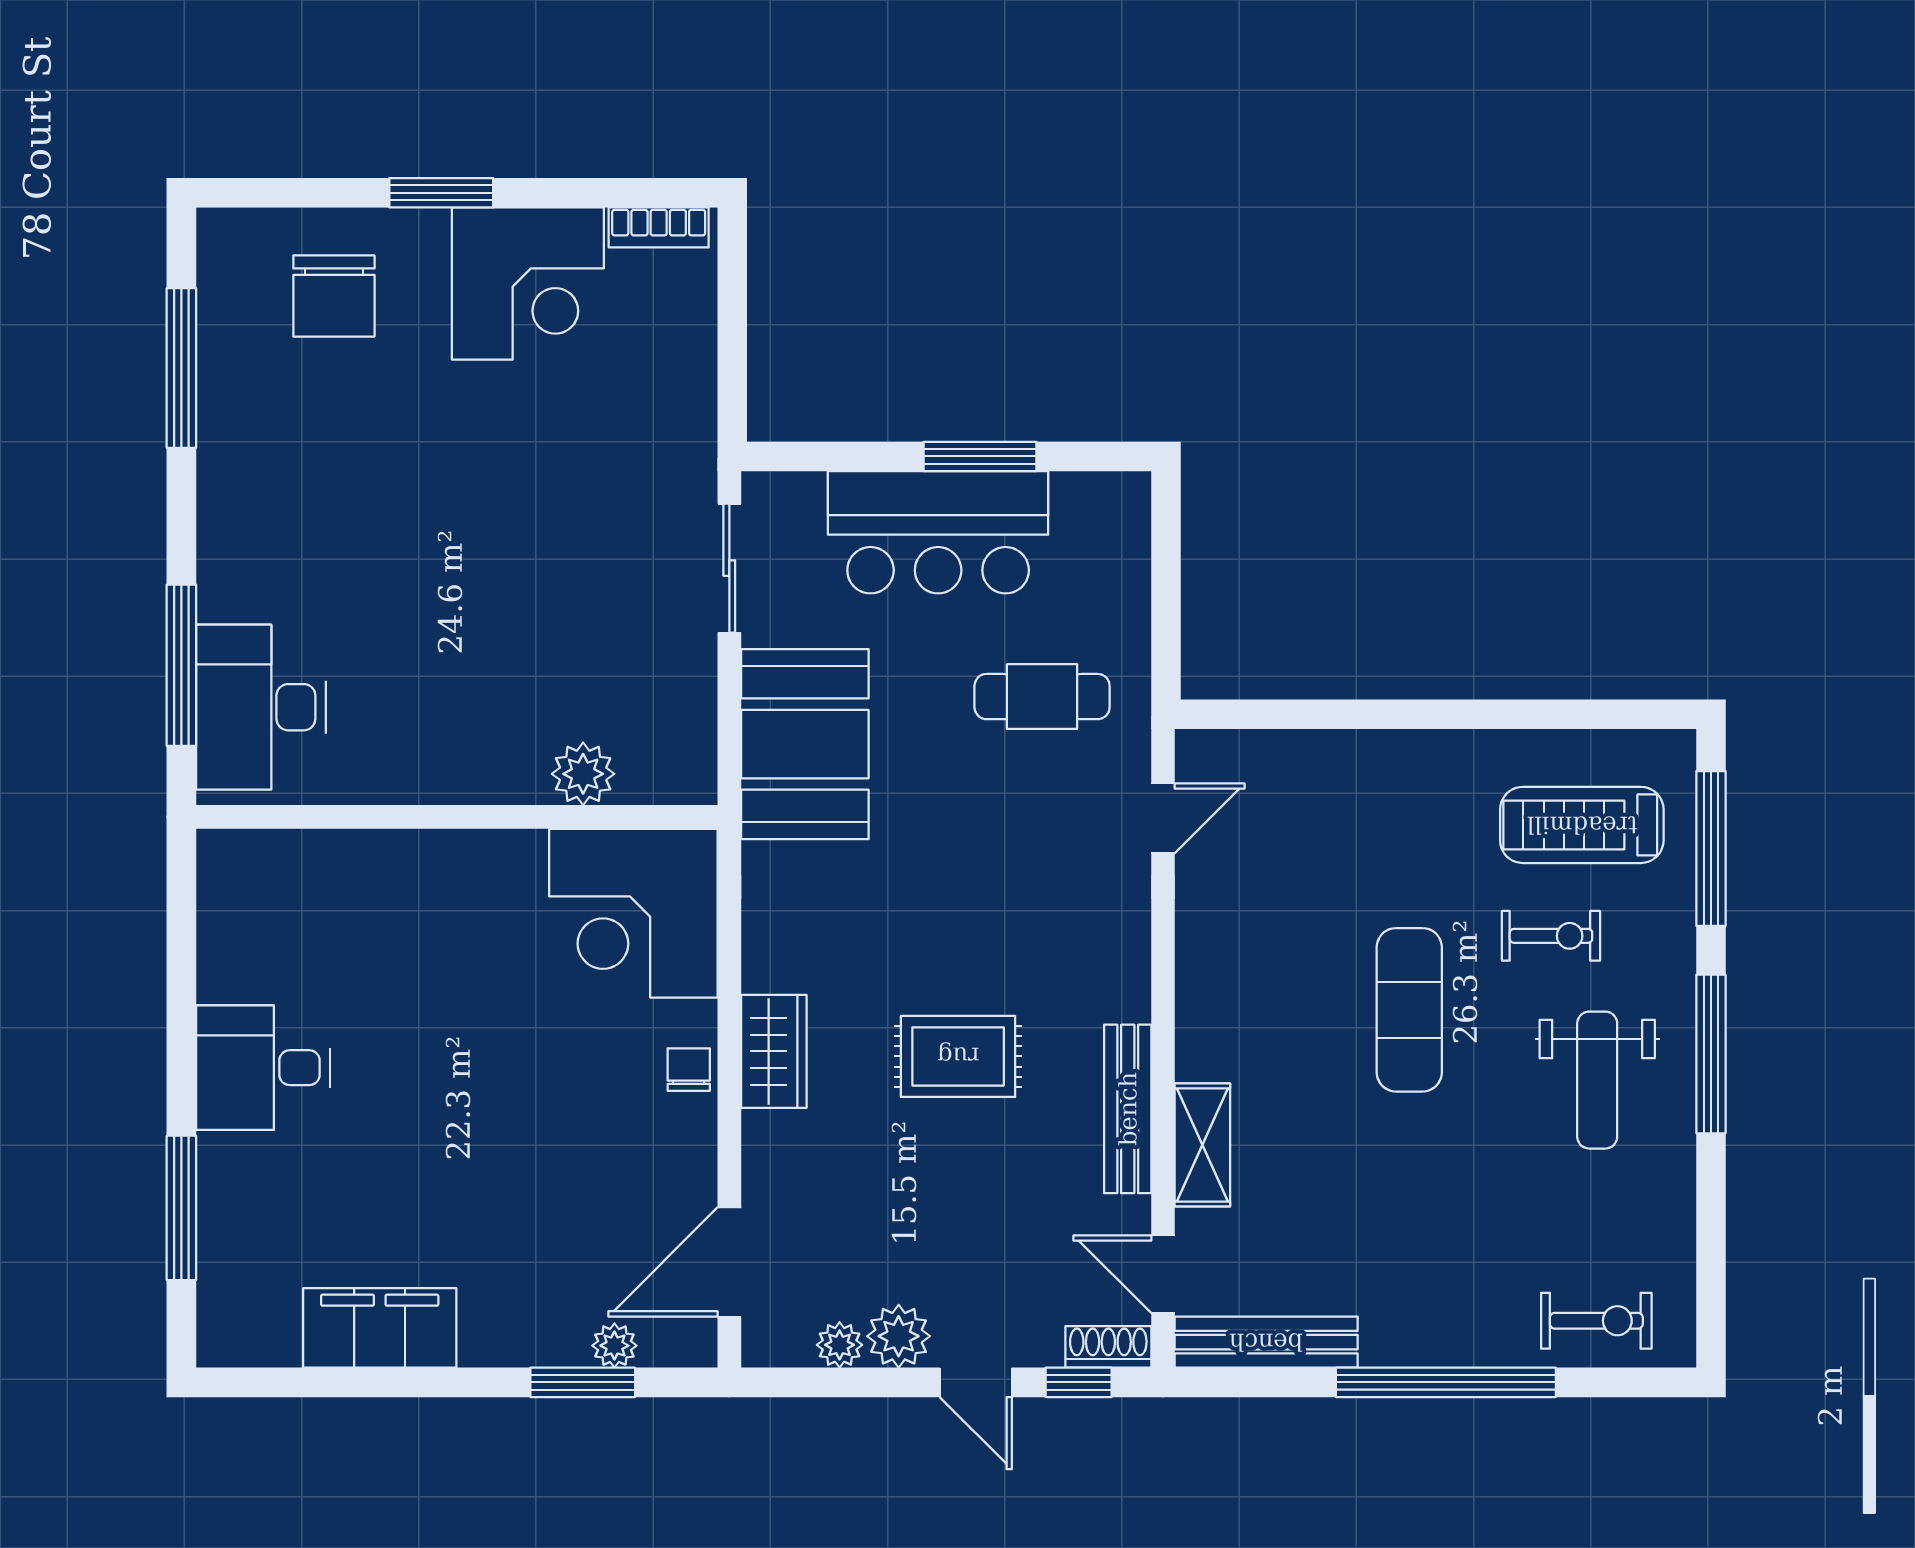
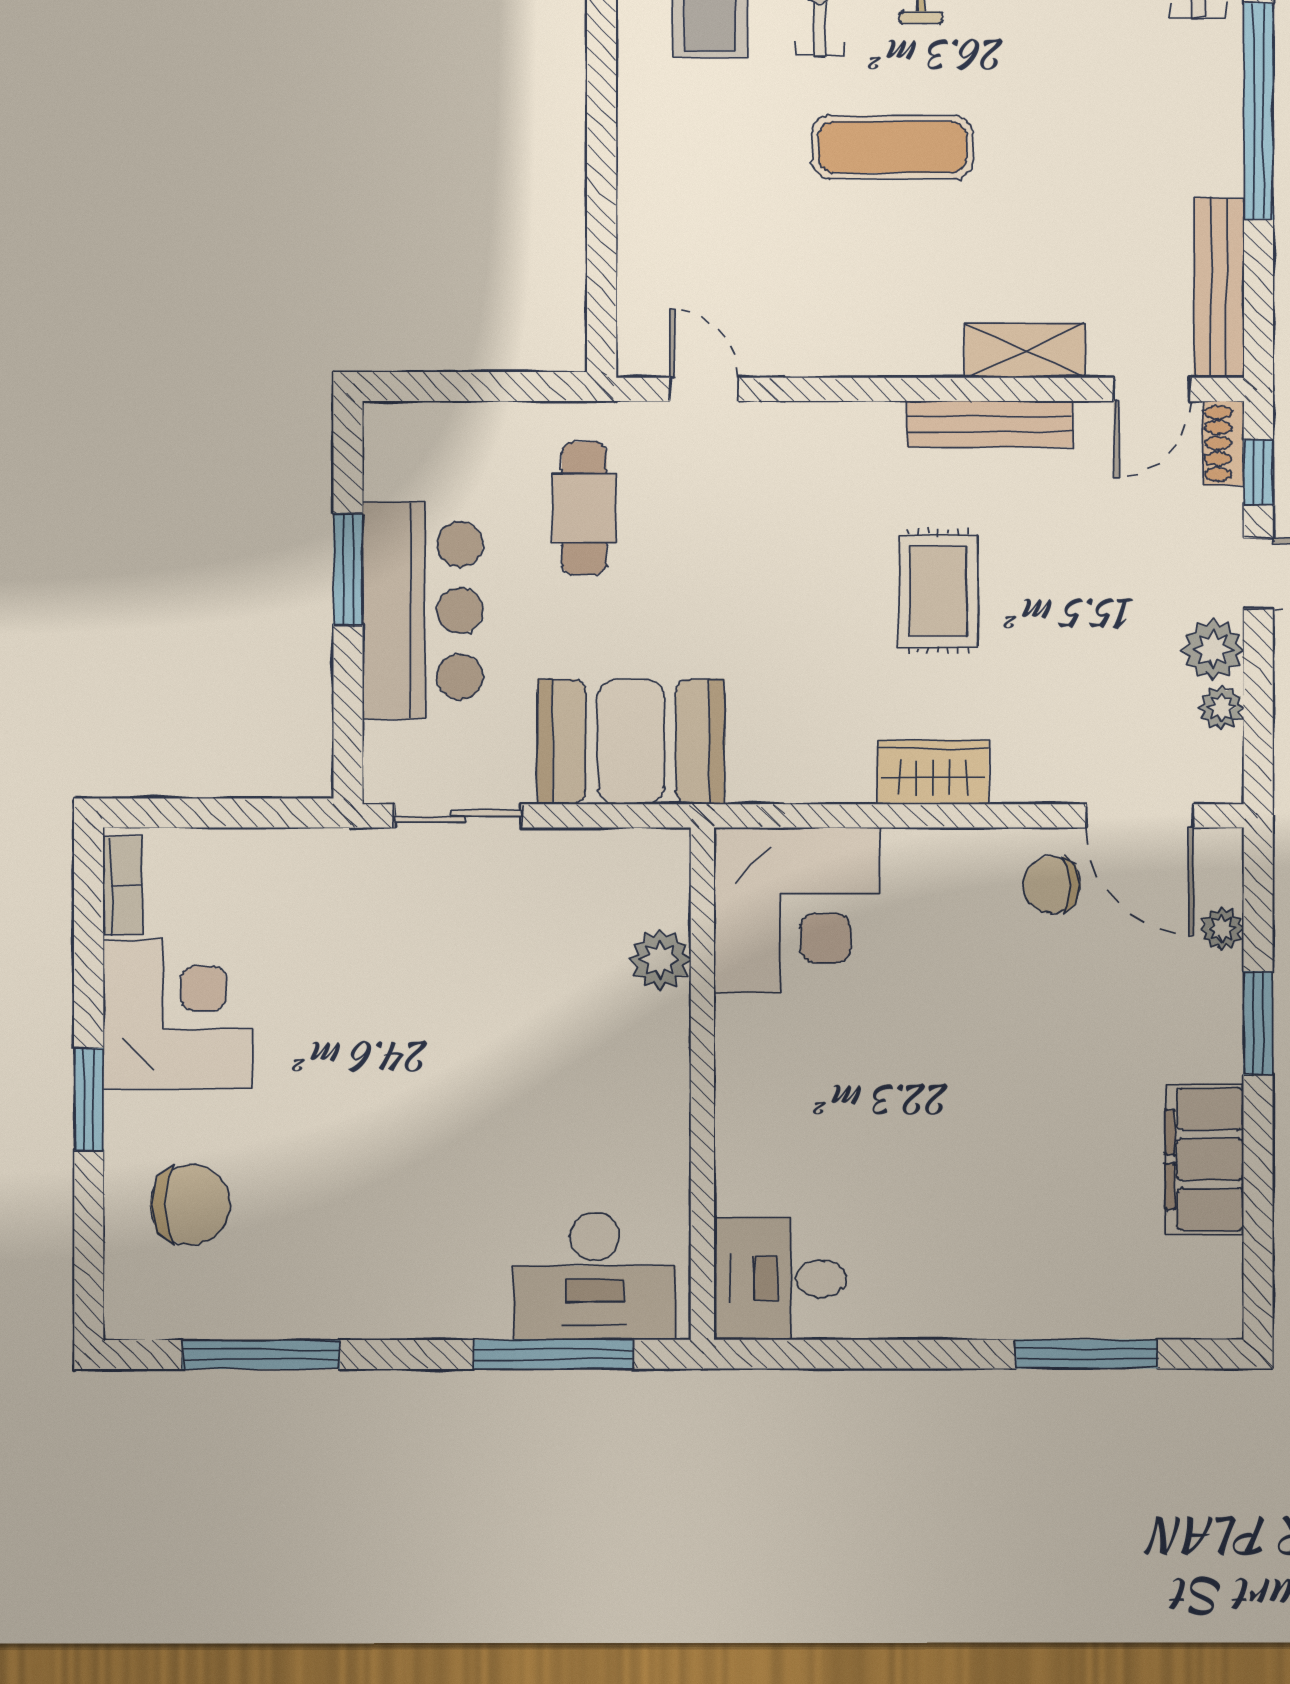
desk: (263, 1068) -> (780, 1279), moved, turned 90
chair: (689, 1070) -> (1052, 885), moved, width x1.37, depth x1.37
window: (583, 1382) -> (1258, 1023), moved

